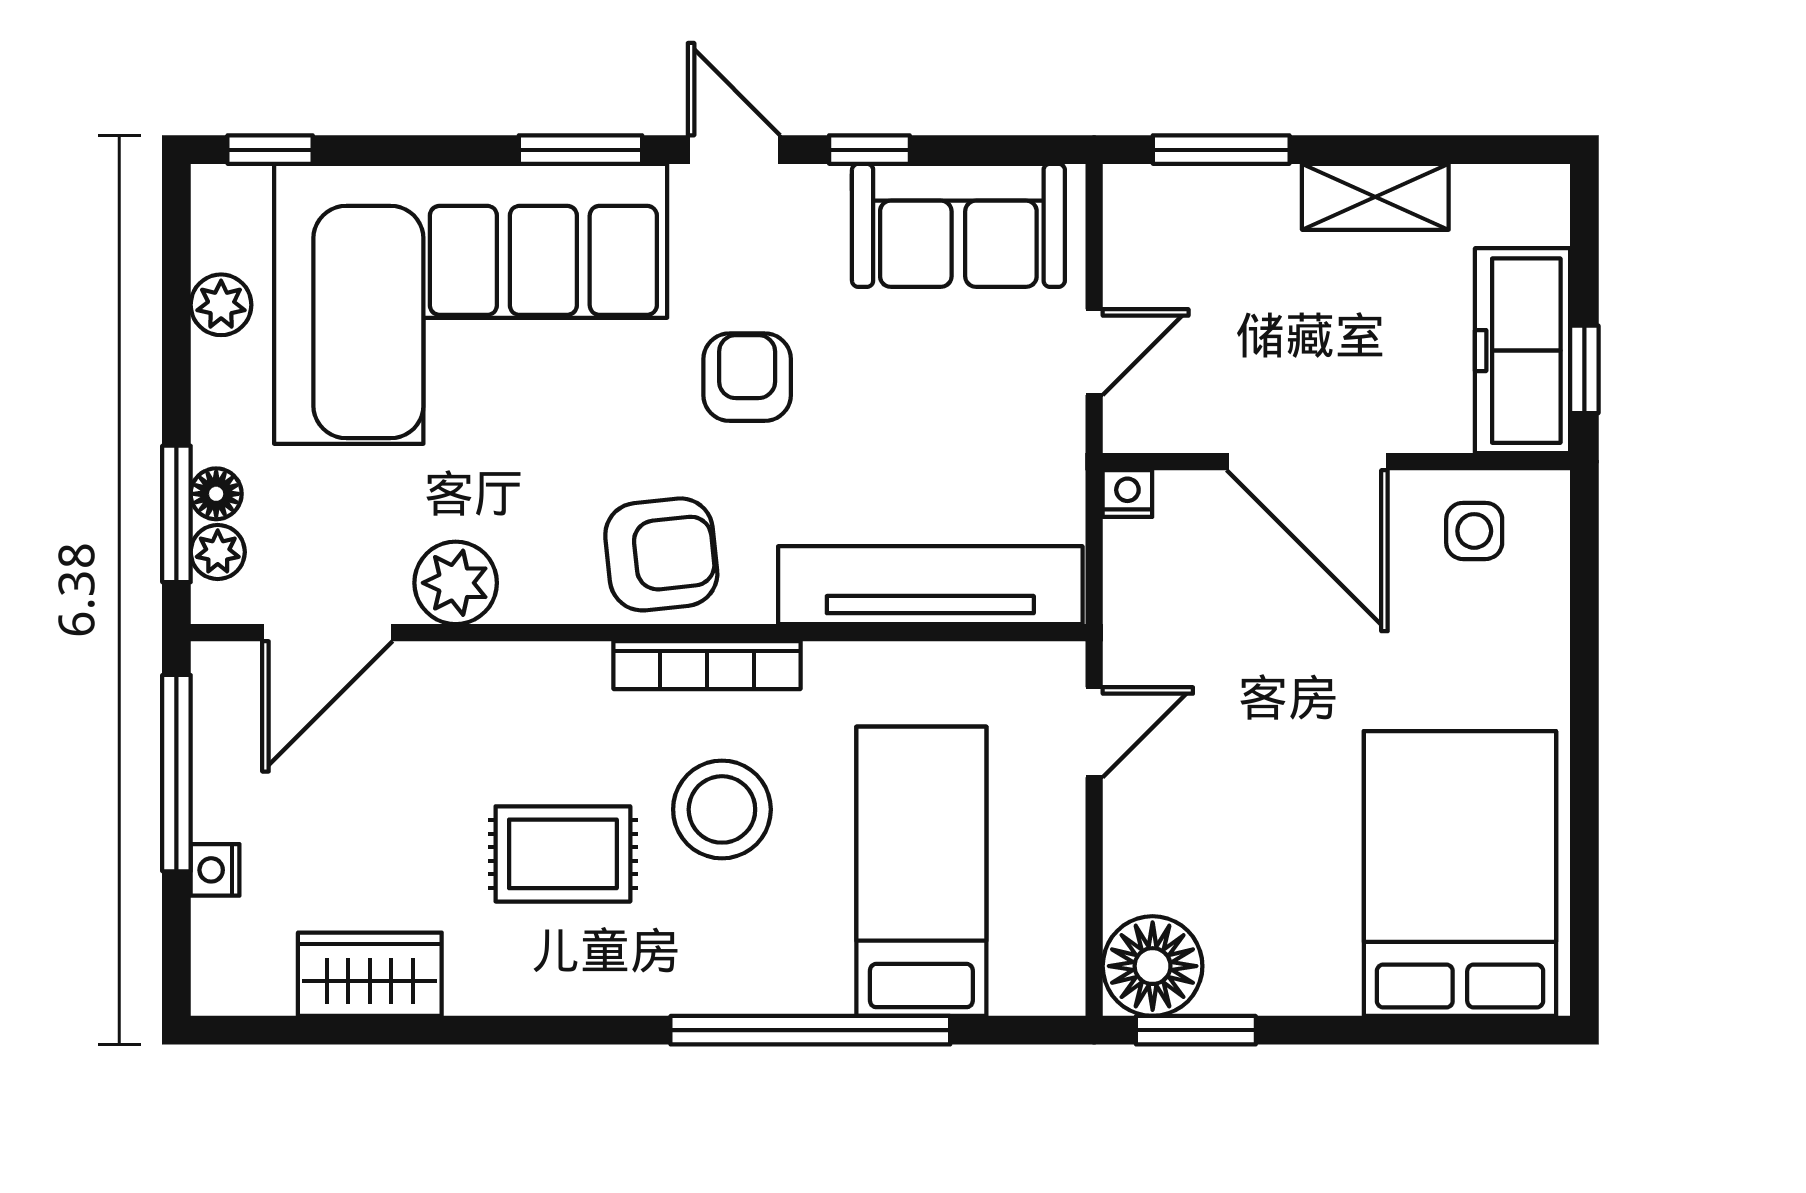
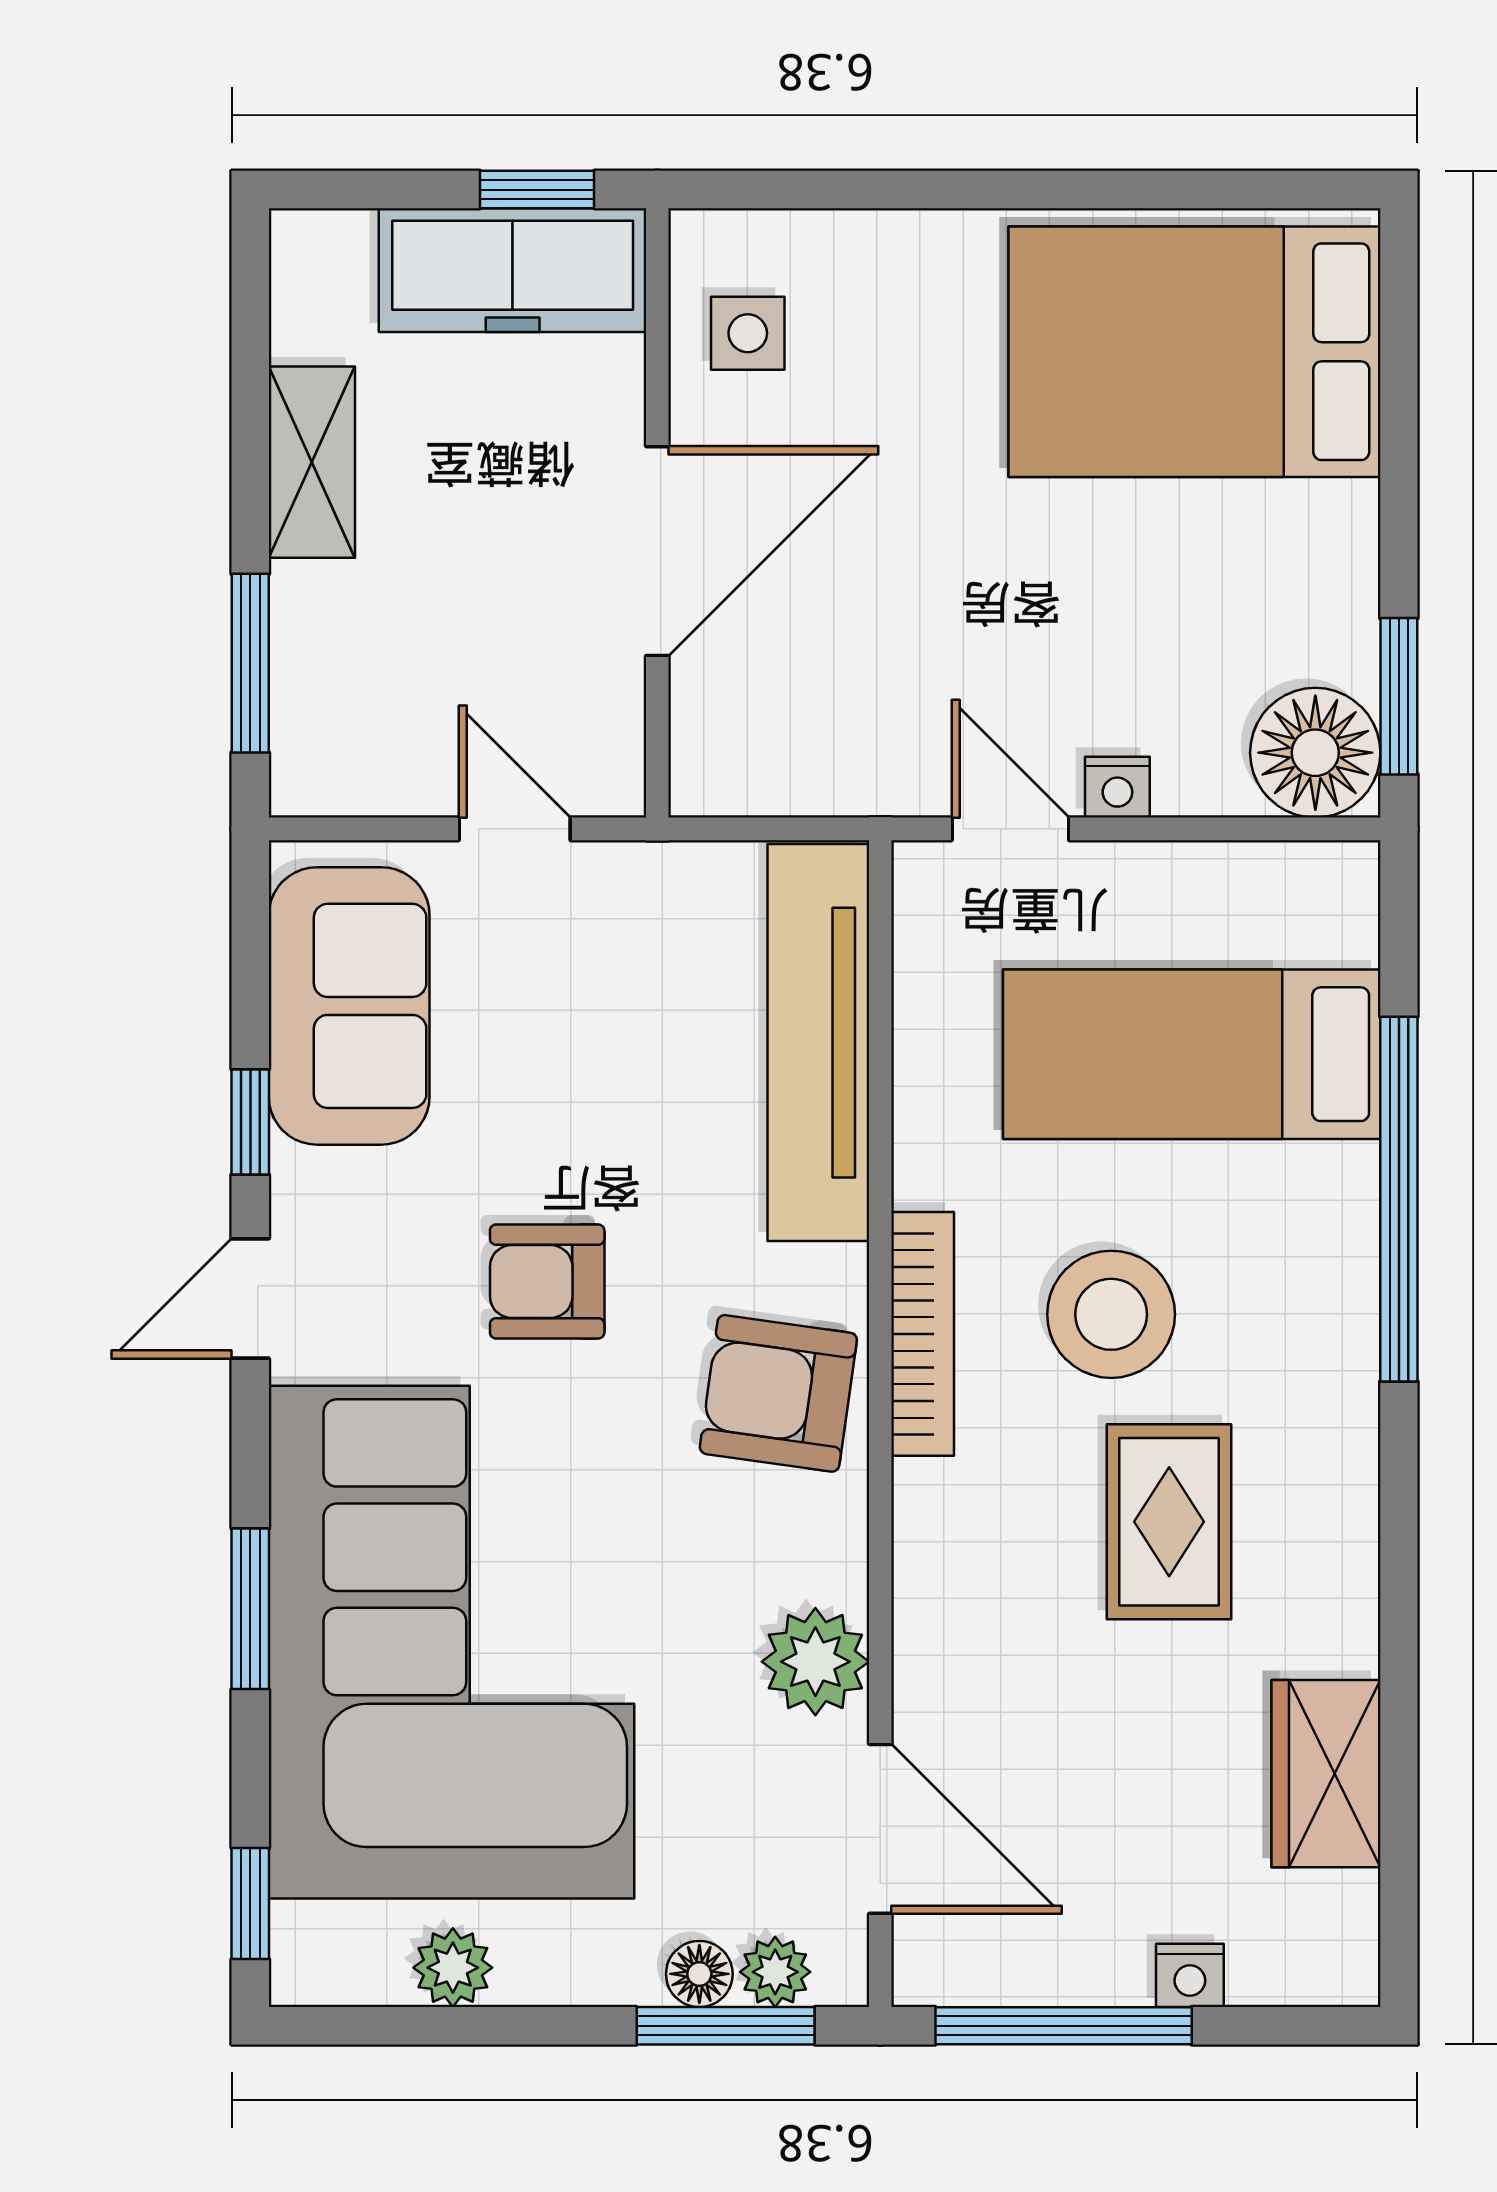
window: (580, 150) -> (250, 1609), moved
nightstand: (1127, 494) -> (1117, 787), moved, turned -90
armchair: (661, 554) -> (778, 1393), turned -76

